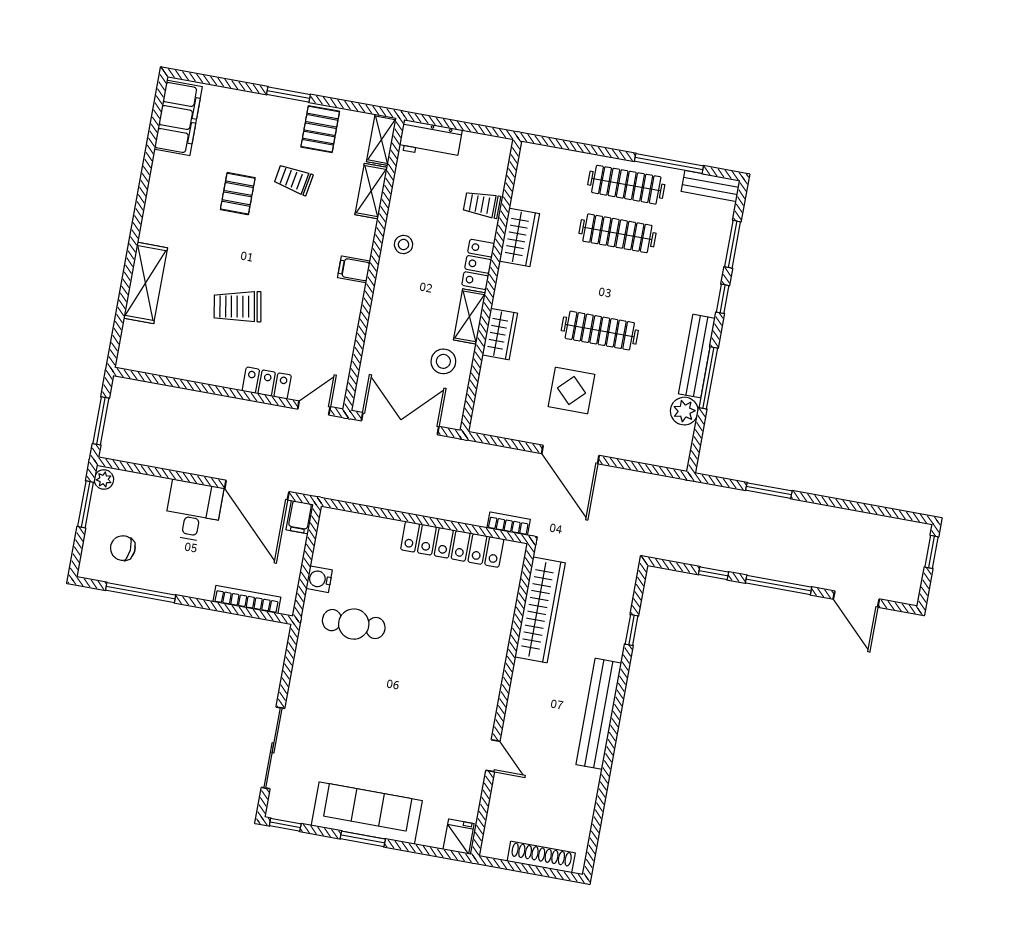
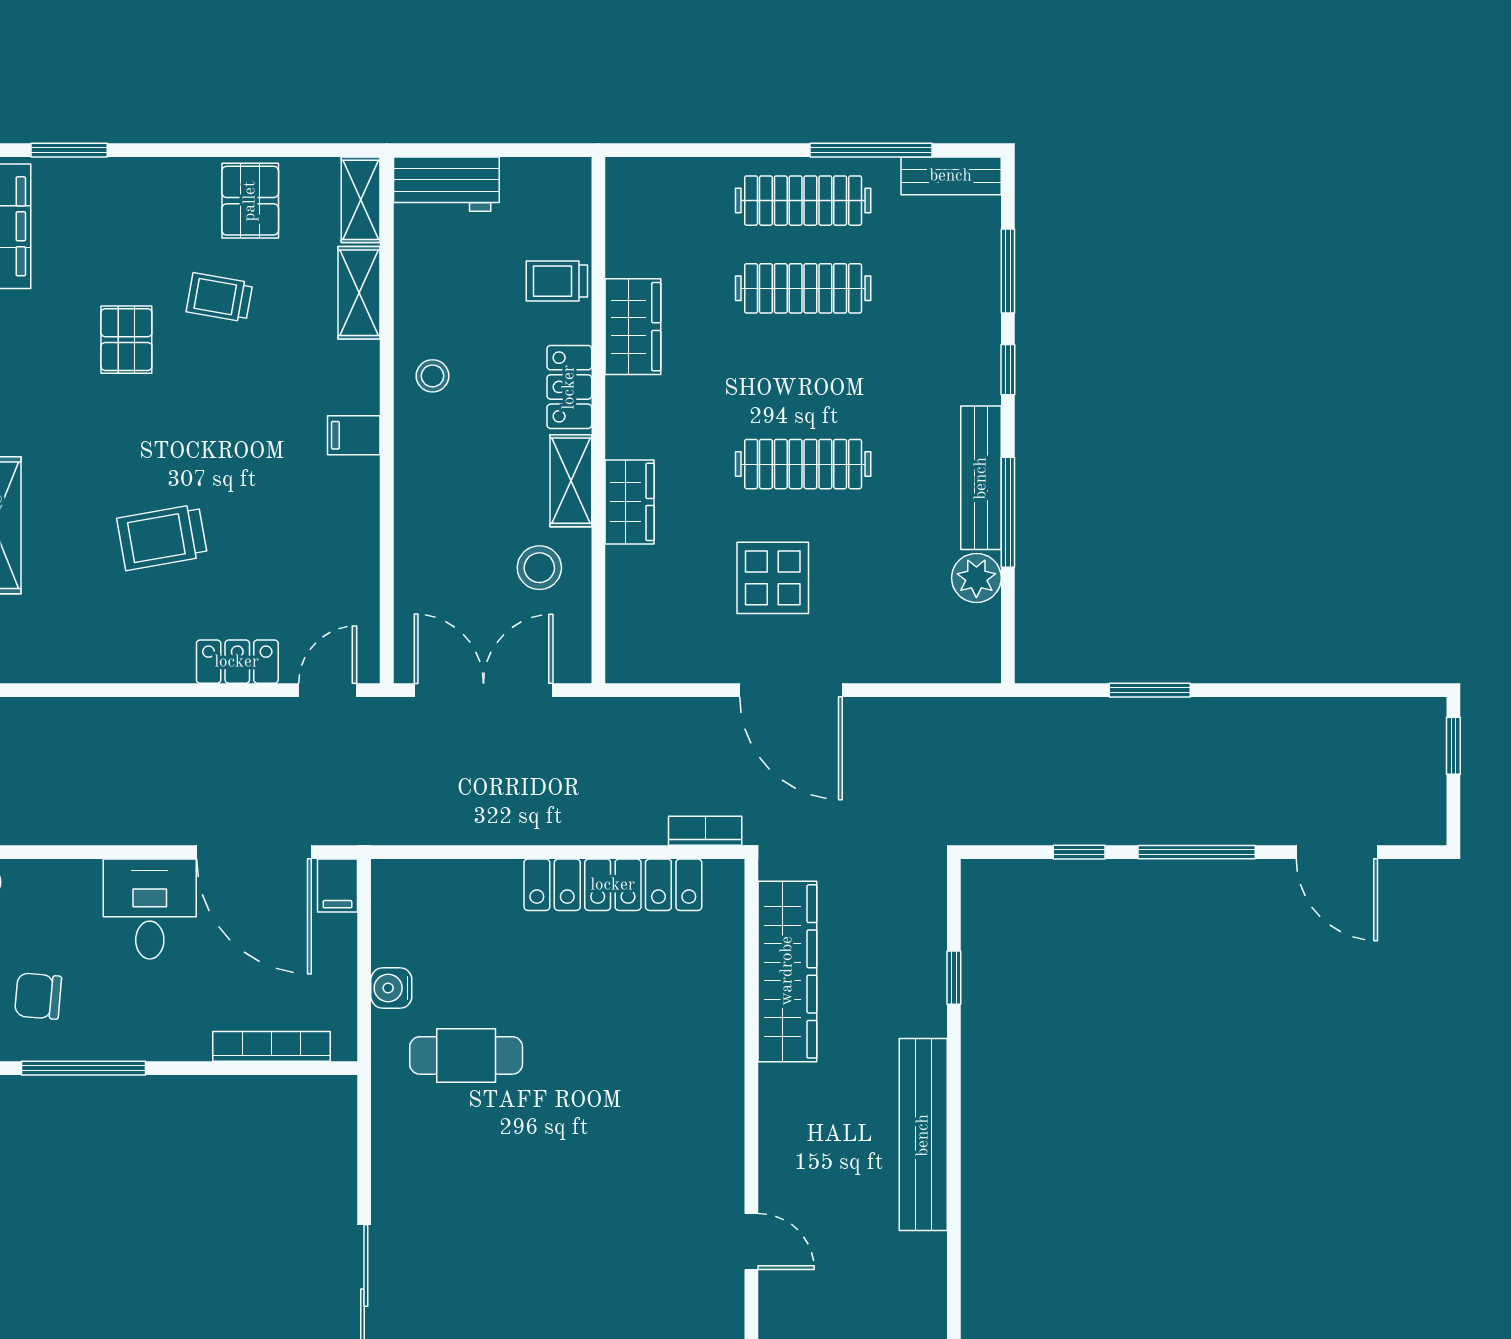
window: (288, 94) -> (69, 150), moved

